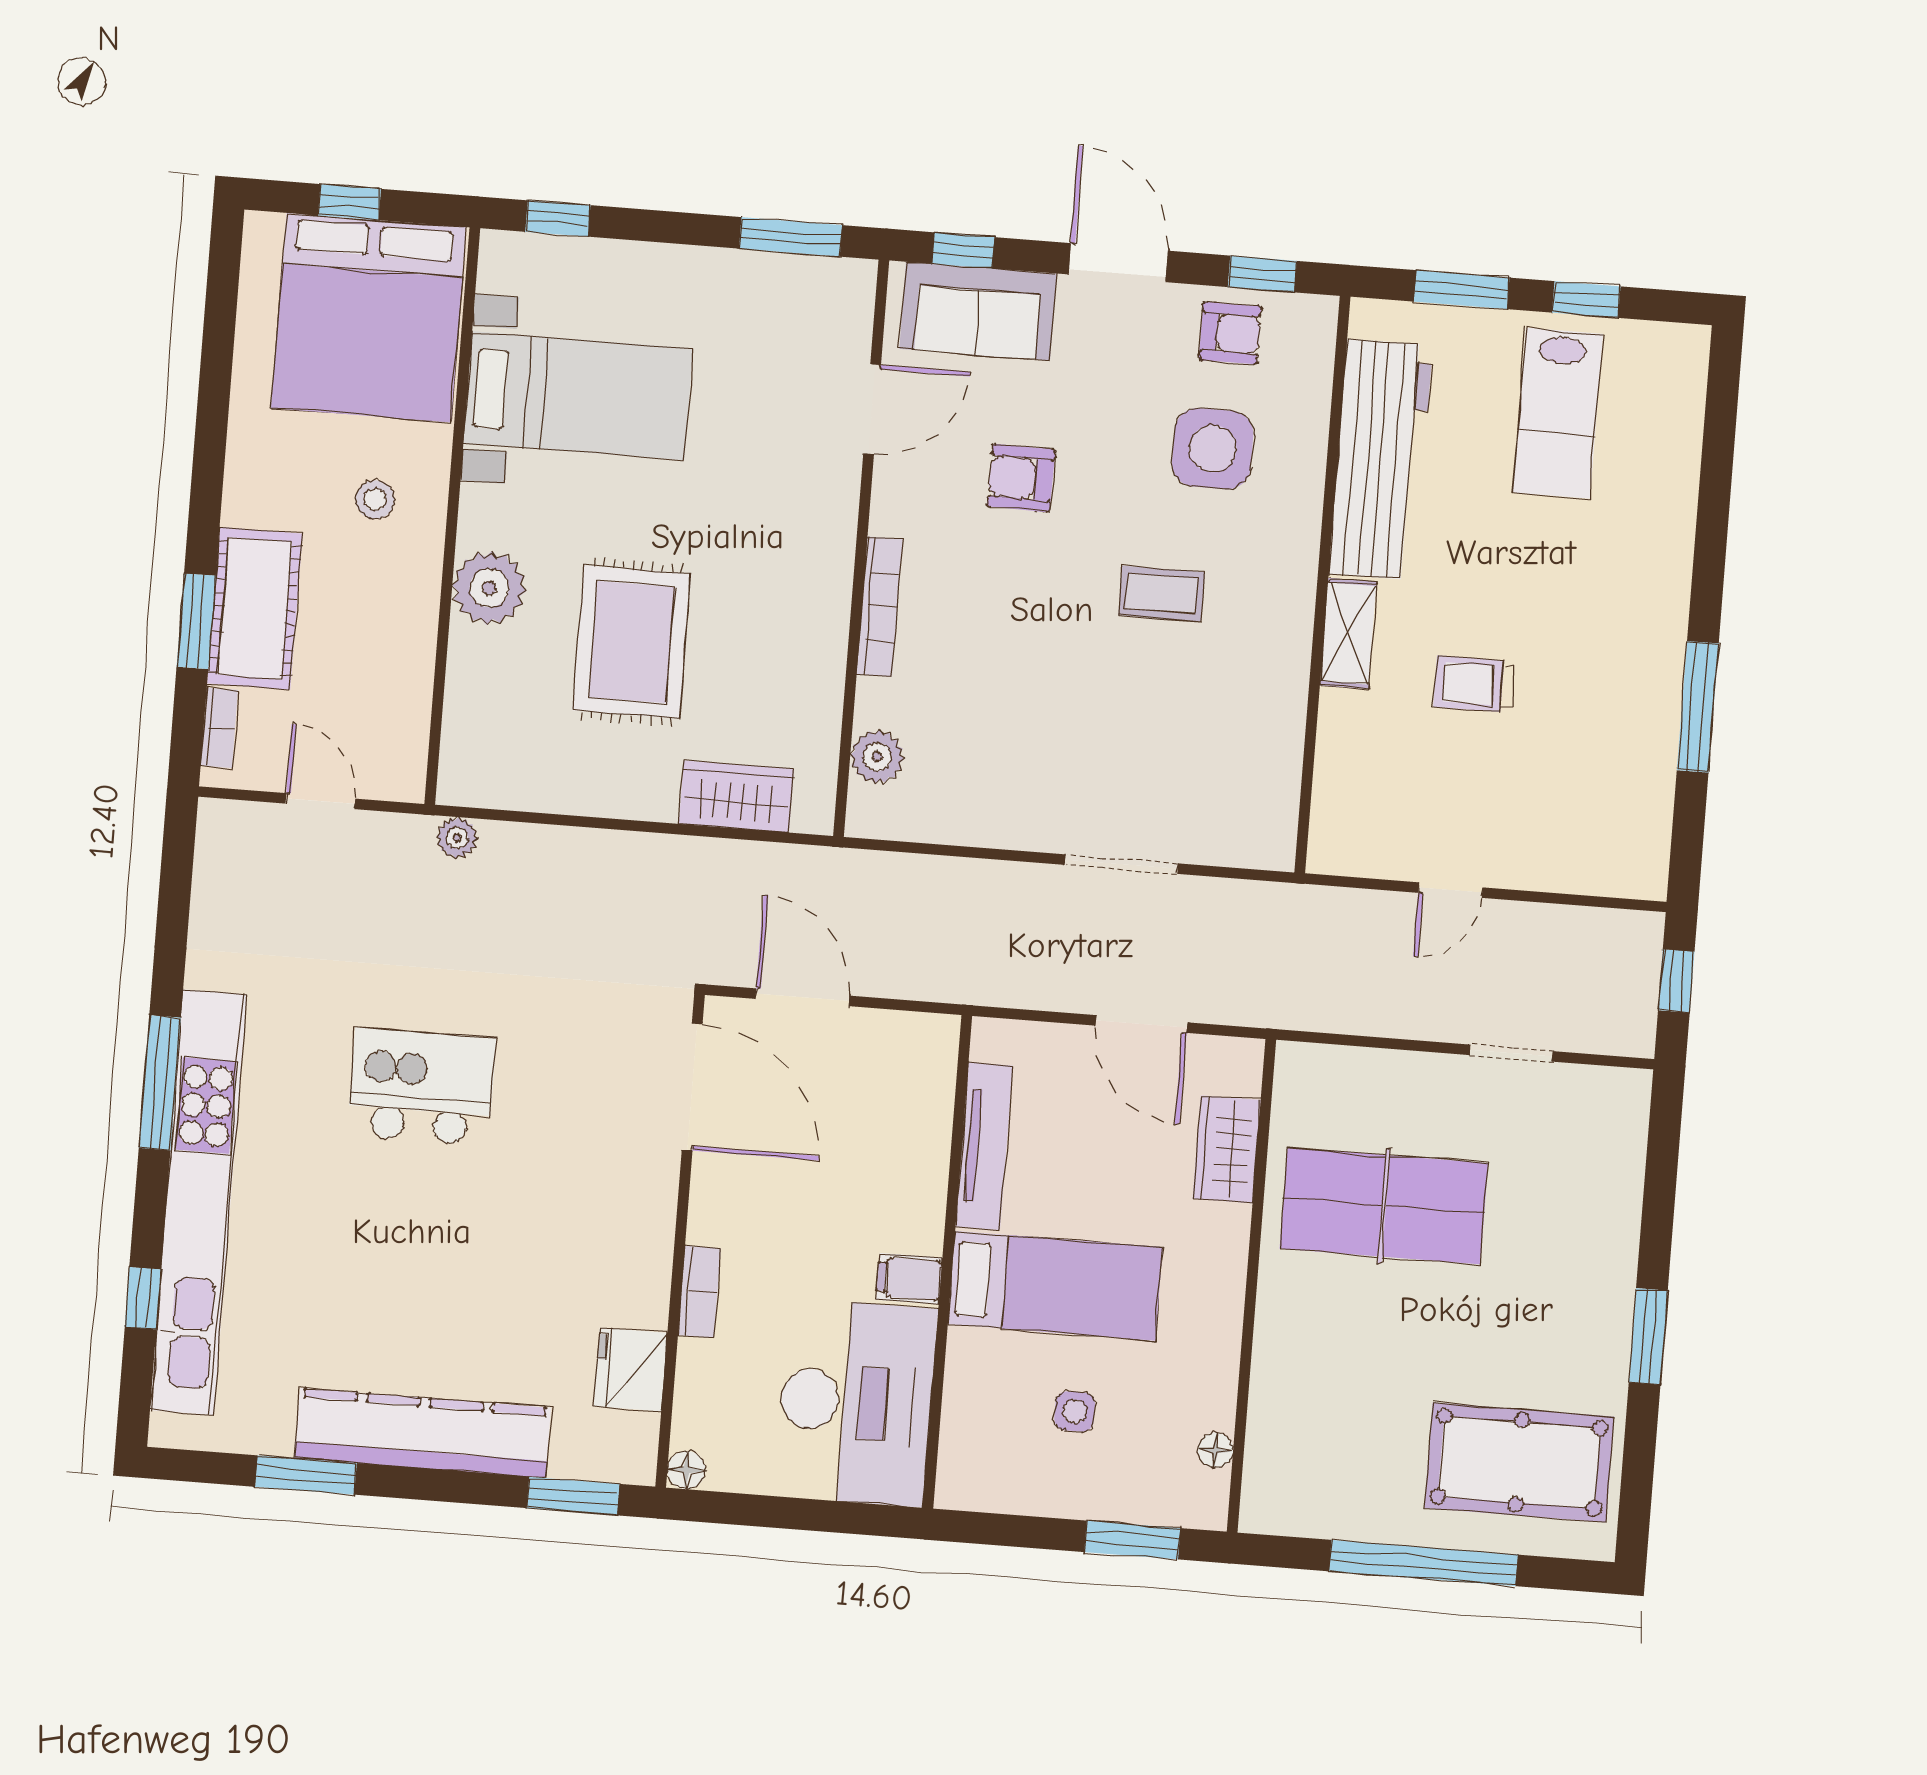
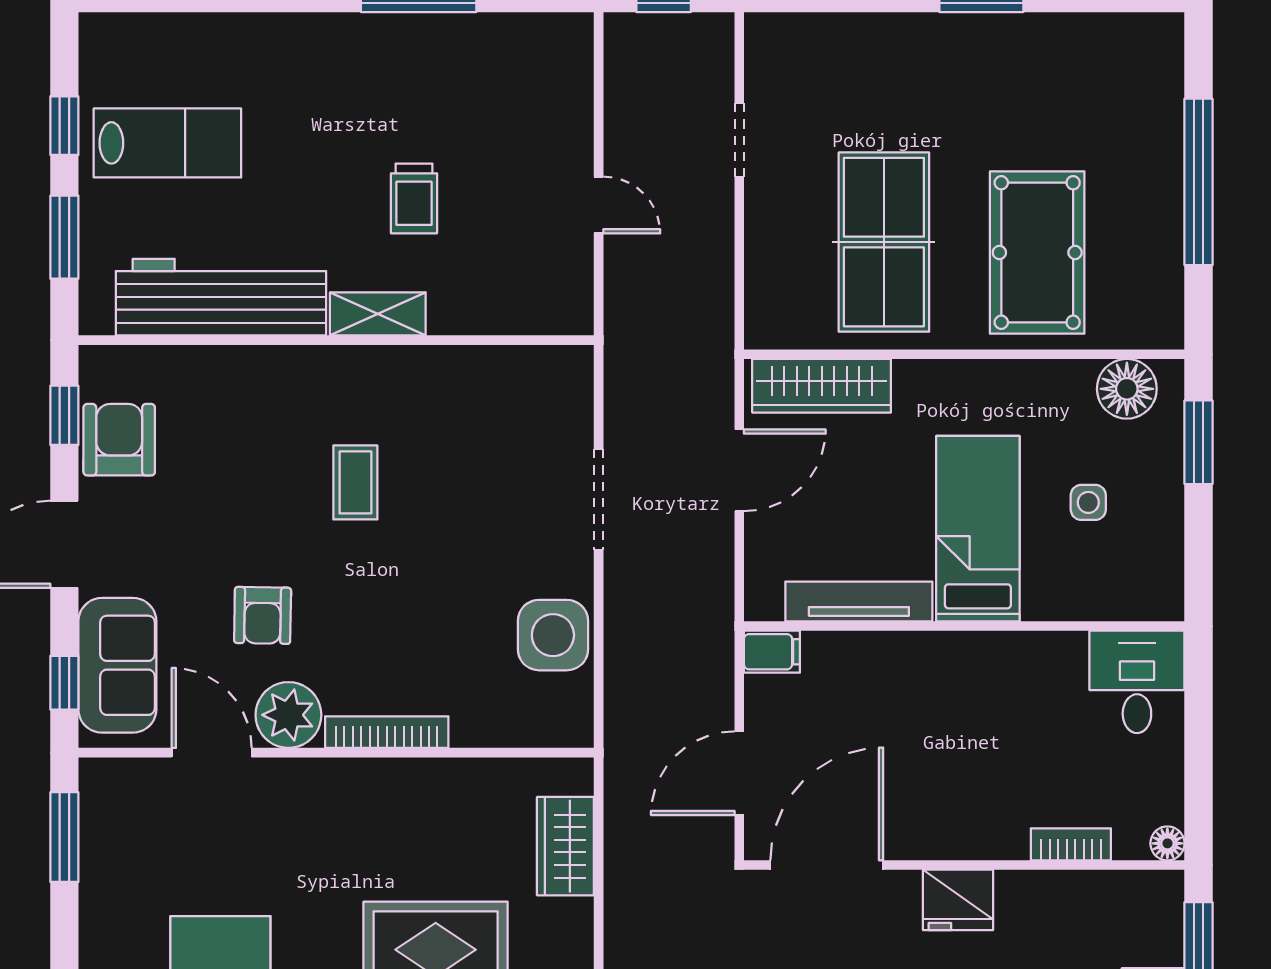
armchair: (1230, 333) -> (119, 440), width x1.38, depth x1.38
side table: (1213, 449) -> (553, 635), moved
plant: (877, 757) -> (288, 715), moved, width x1.36, depth x1.36
wardrobe: (1227, 1149) -> (822, 386), width x1.50
filing cabinet: (909, 1279) -> (772, 652), moved, turned -90
bookcase: (699, 1292) -> (1071, 844), moved
fridge: (631, 1369) -> (958, 900), moved
desk: (856, 1402) -> (1137, 682), width x0.53, depth x0.77
floor lamp: (1215, 1450) -> (1127, 389), width x1.89, depth x1.89
pool table: (1519, 1462) -> (1037, 252), moved

